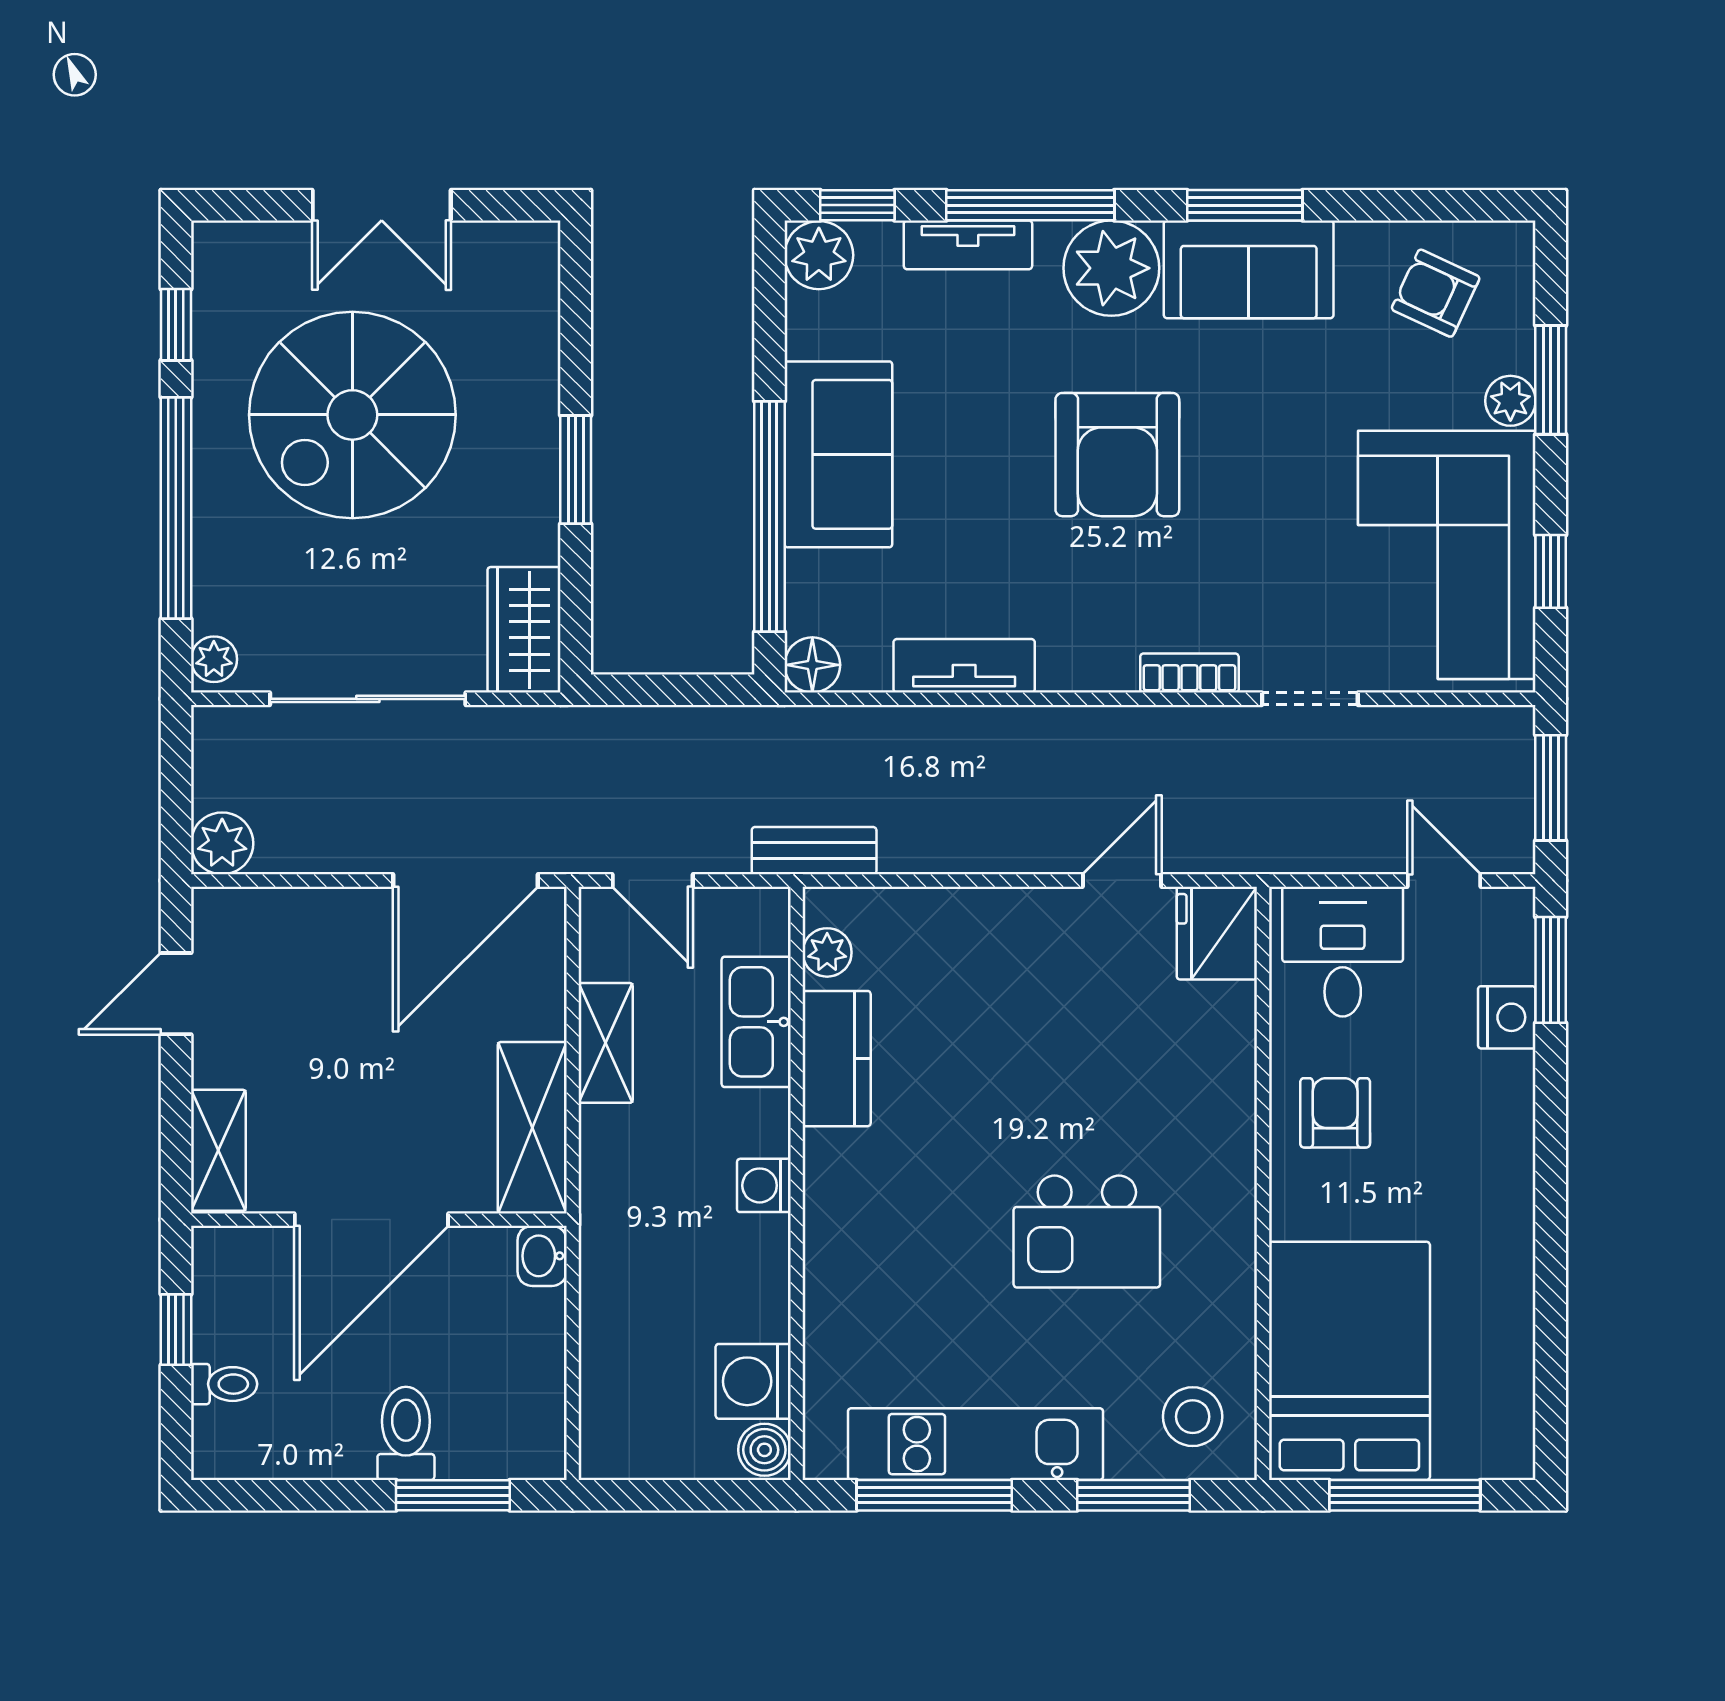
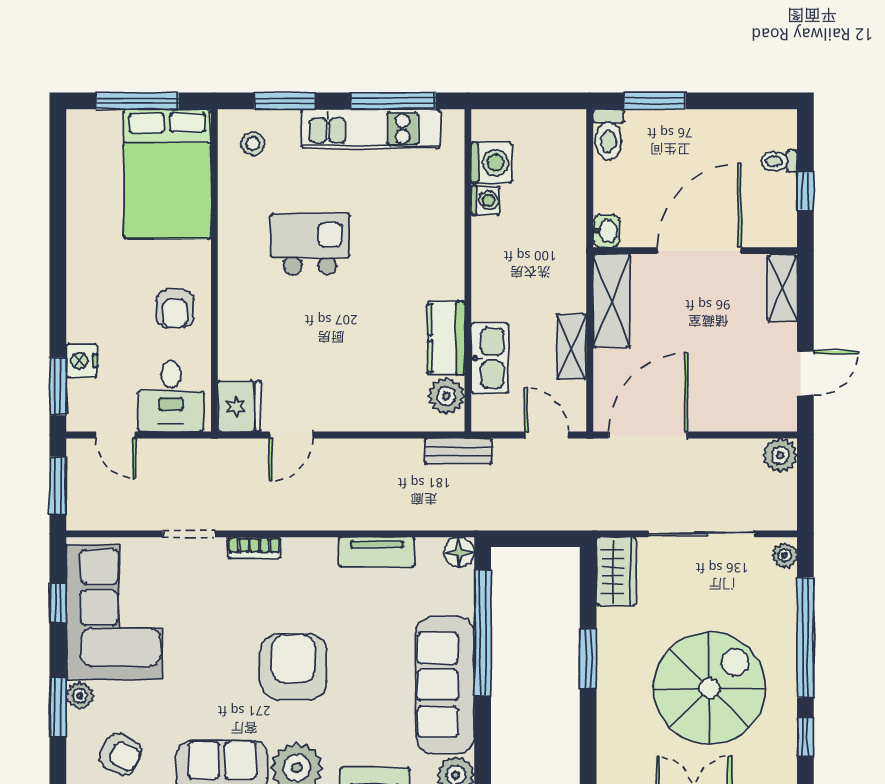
sofa: (838, 454) -> (445, 685), width x1.36
plant: (827, 952) -> (446, 396), width x1.38, depth x1.38
washing machine: (764, 1185) -> (486, 200), moved
stool: (1193, 1417) -> (253, 143), width x0.73, depth x0.73
toilet: (406, 1433) -> (608, 134), moved
boiler: (764, 1450) -> (485, 125), removed

